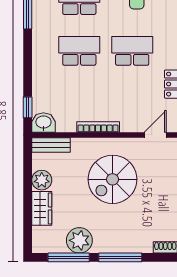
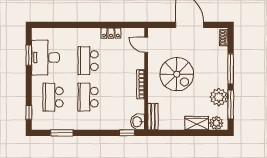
plant: (42, 180) -> (216, 123), moved

